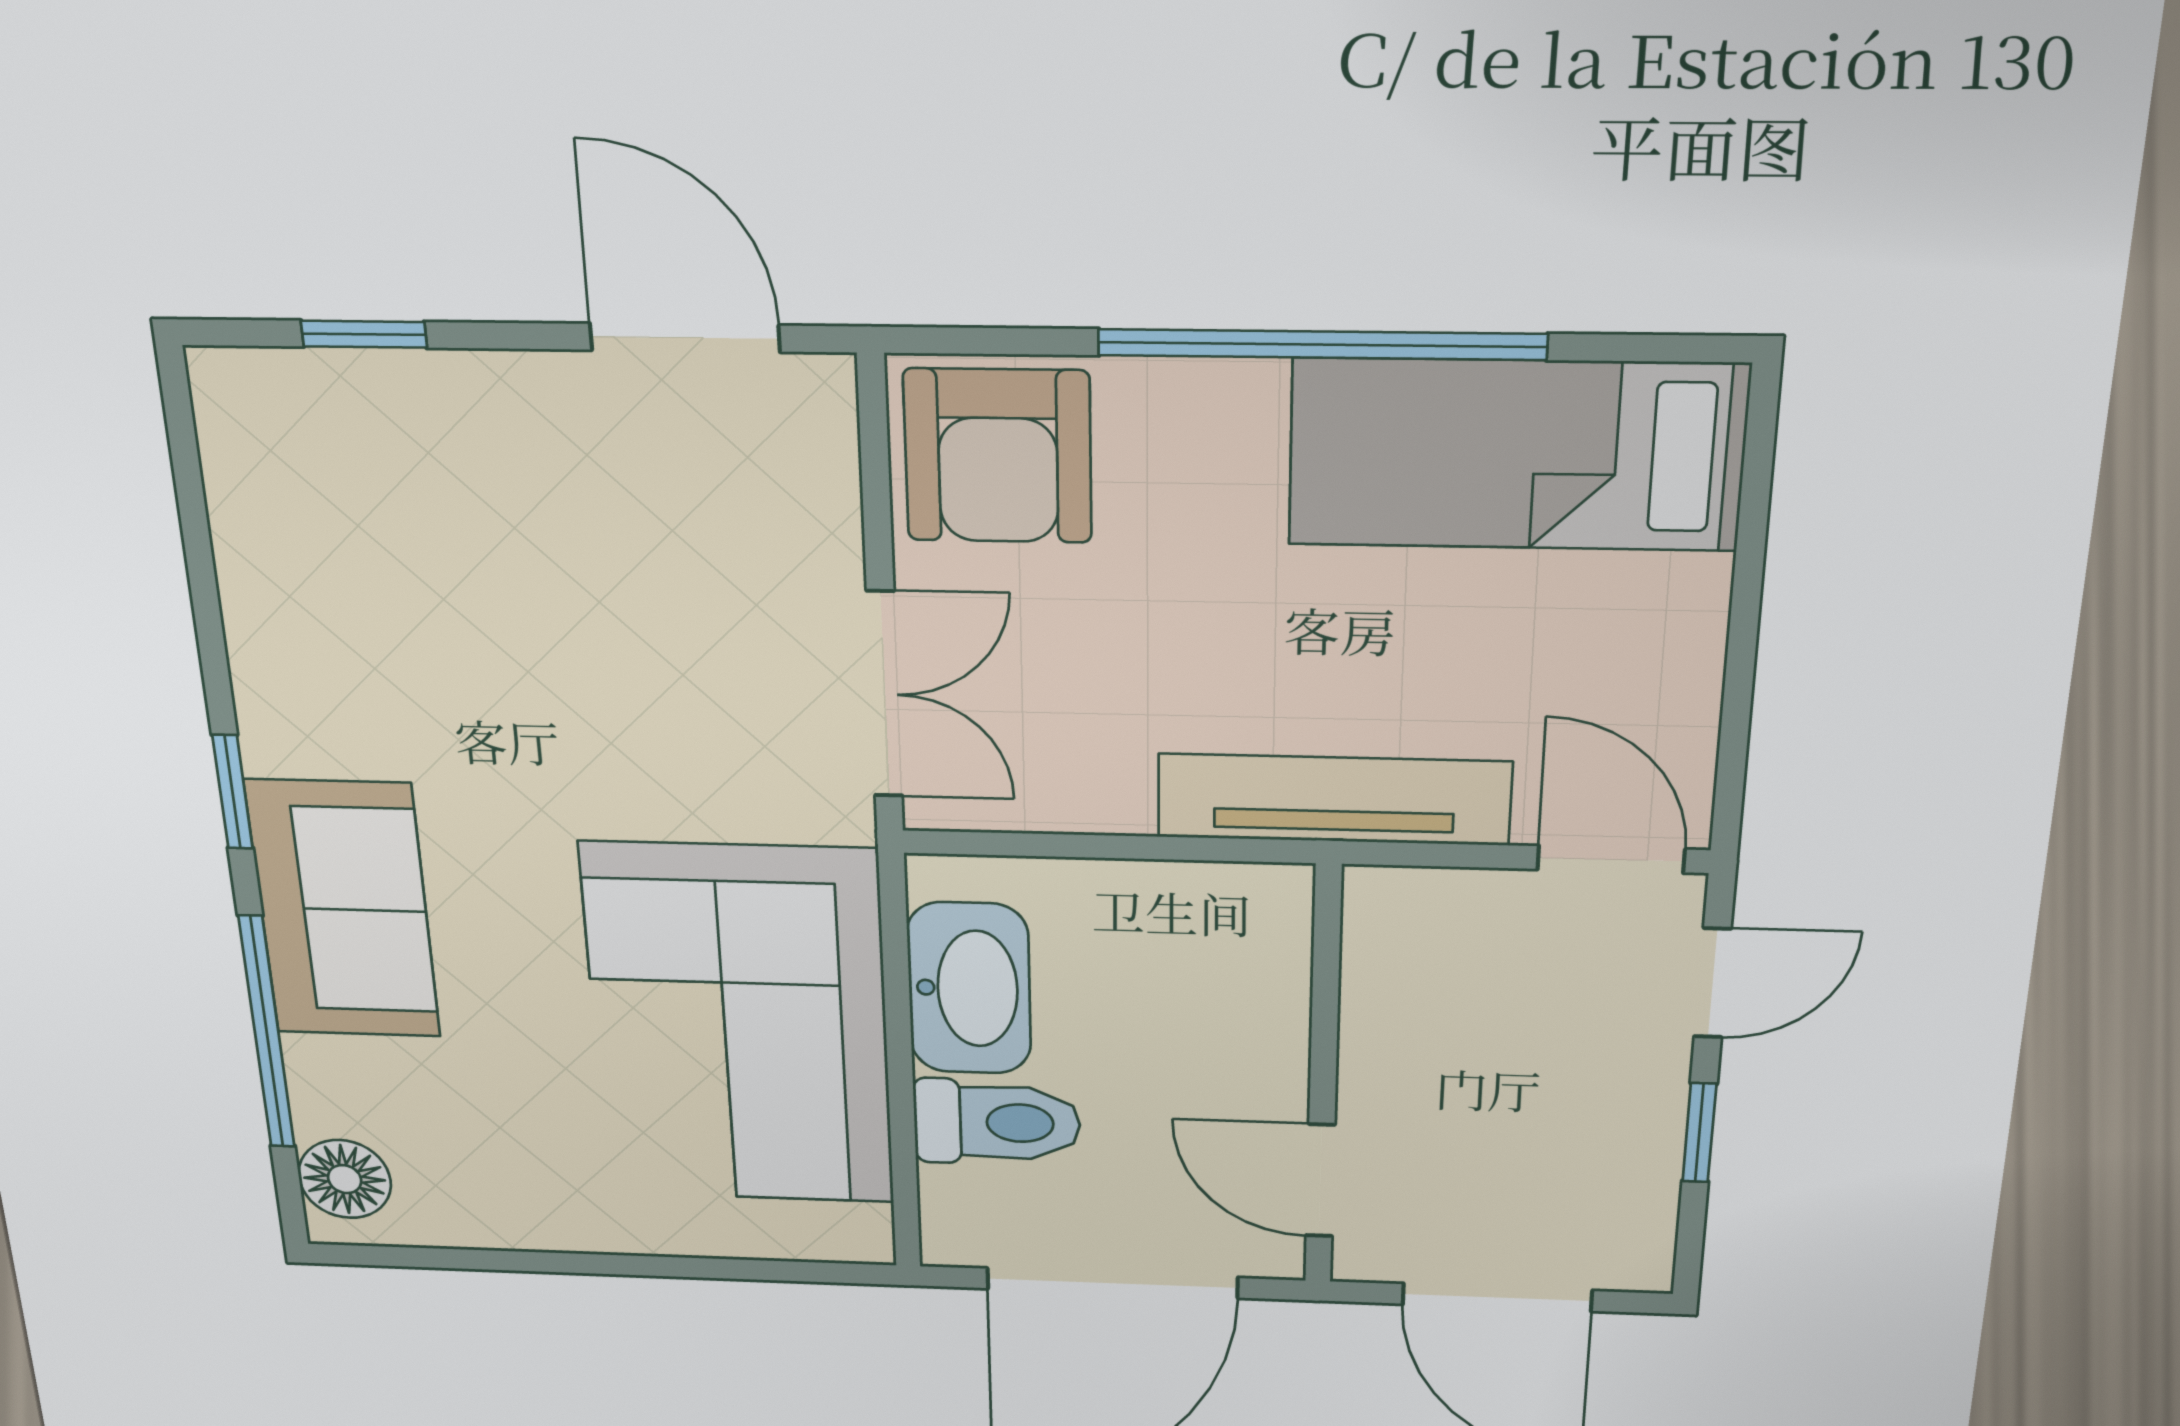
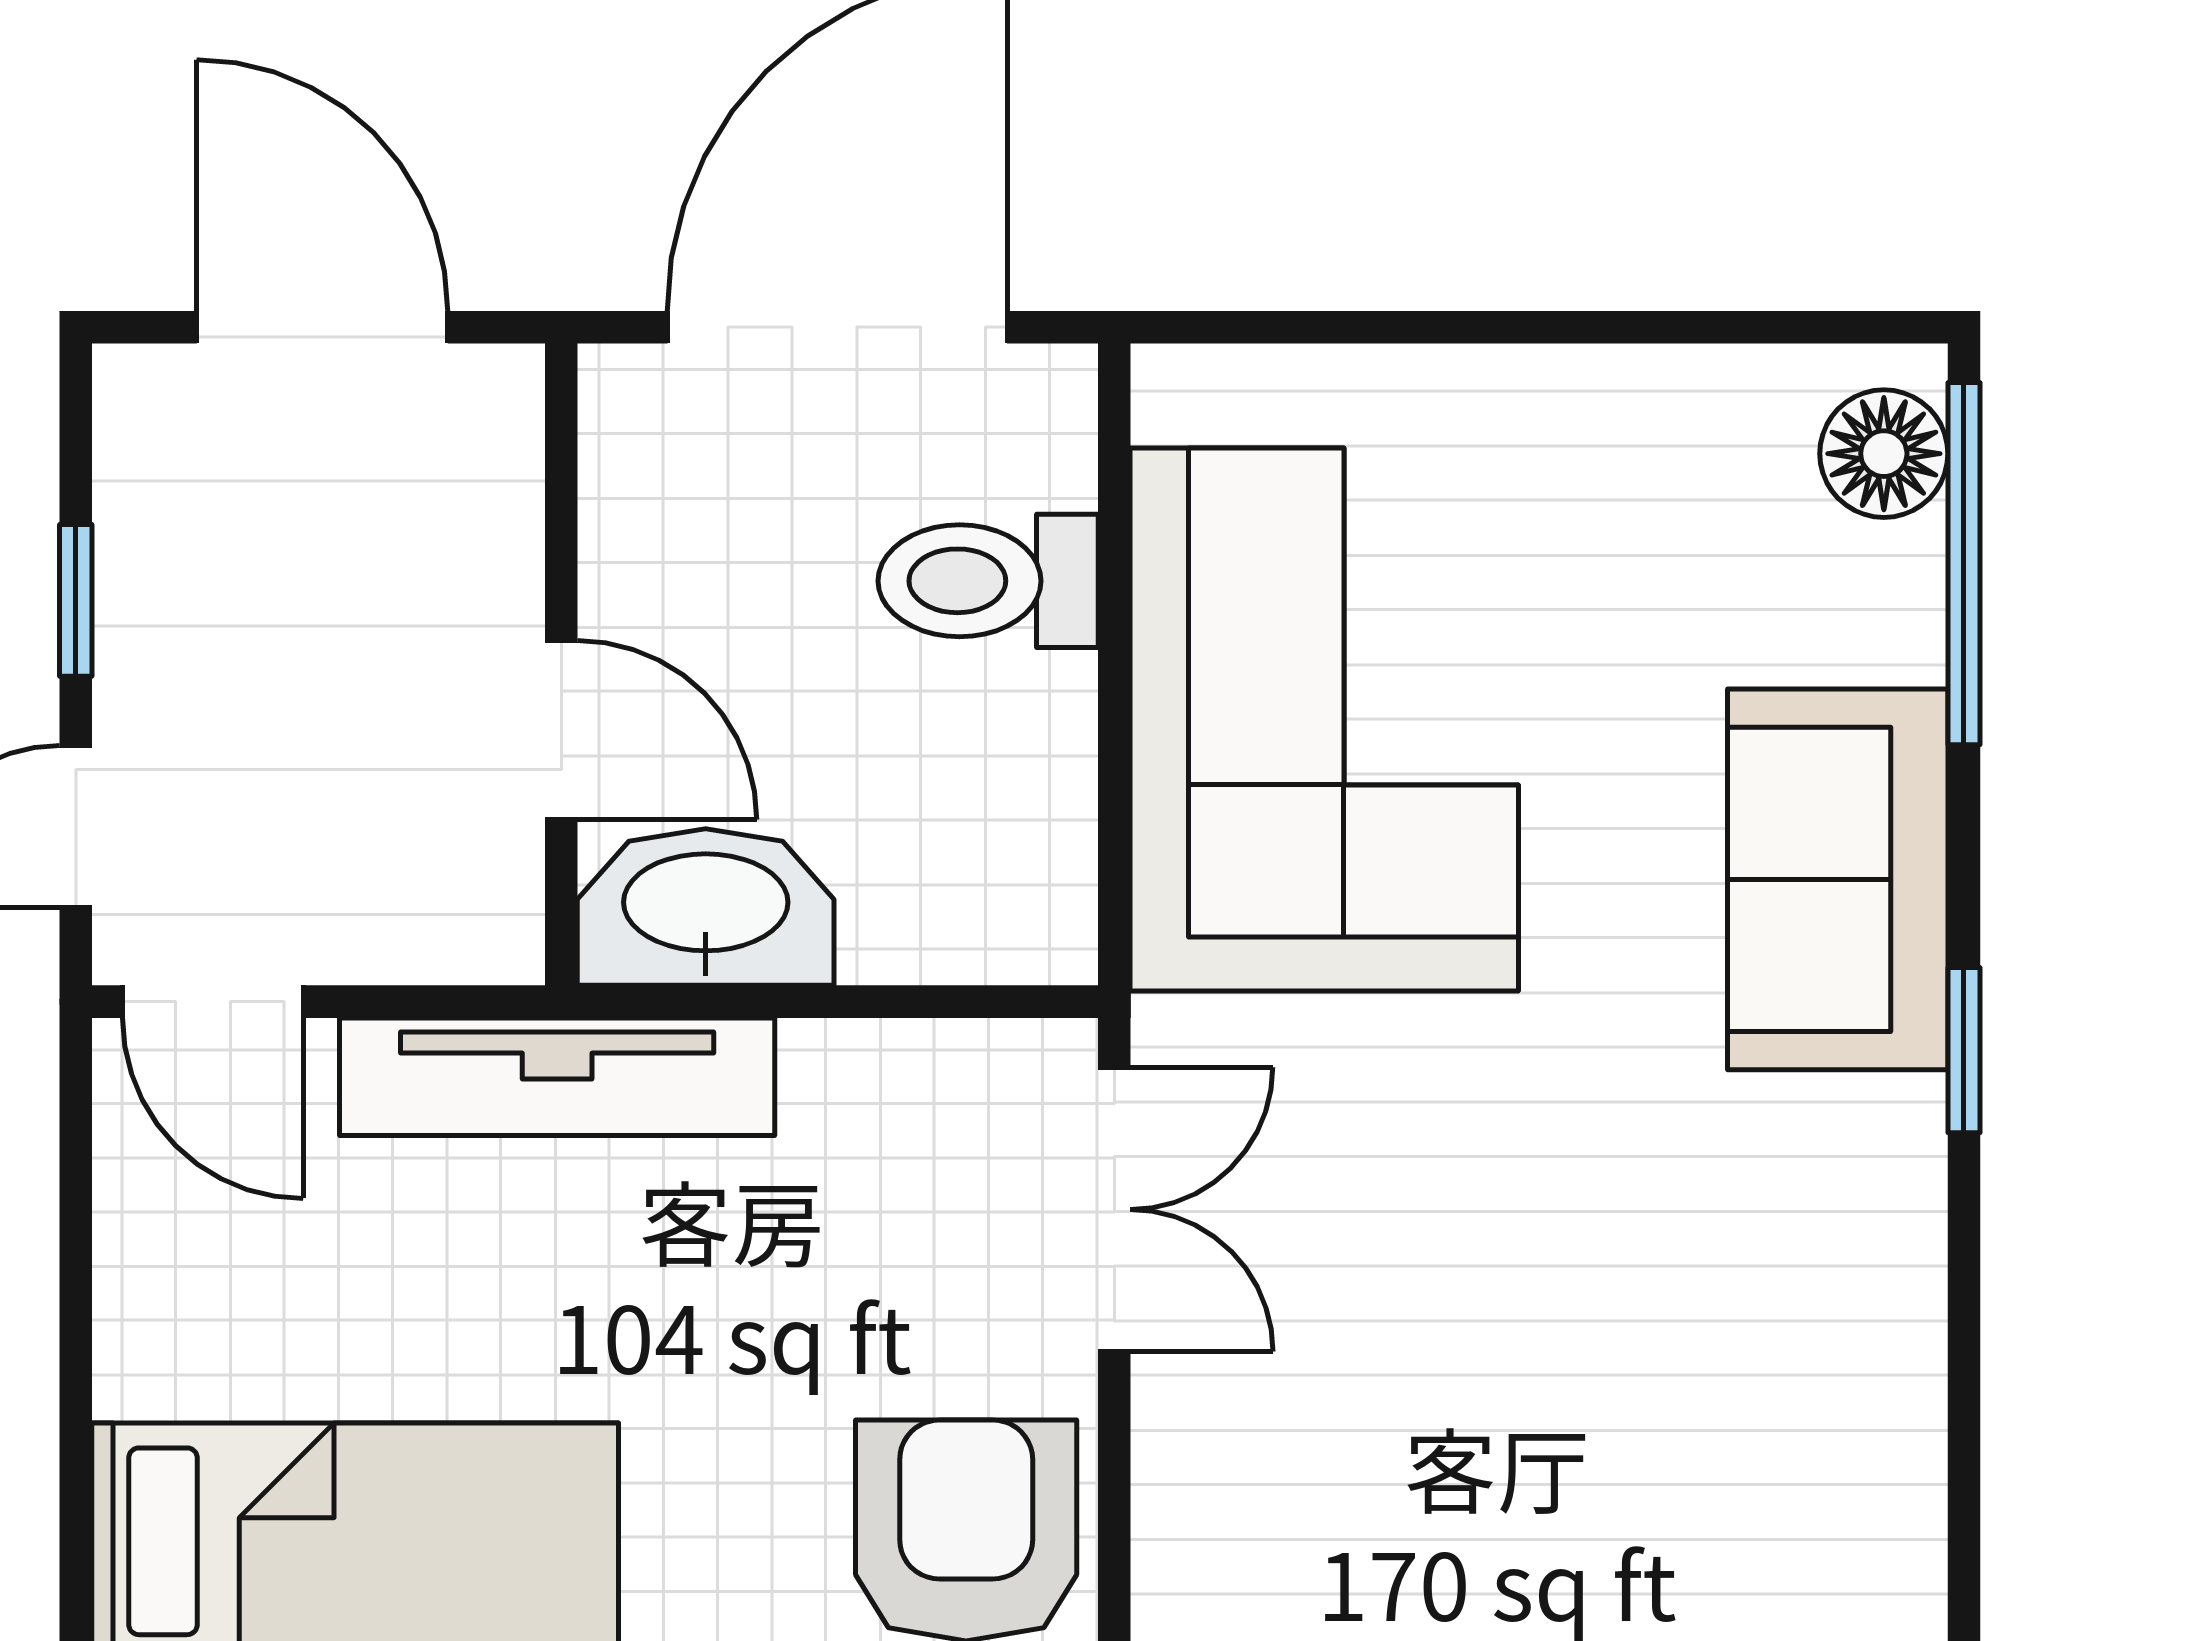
double door: (884, 695) -> (1114, 1209), swing flipped
washbasin: (969, 988) -> (706, 907), moved, turned 90
window: (267, 1033) -> (1964, 564), moved
door: (1320, 1180) -> (561, 730), moved

